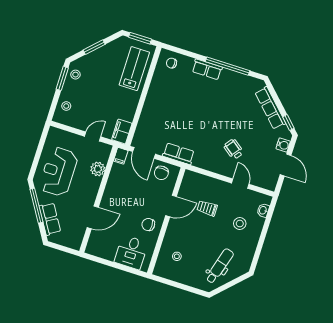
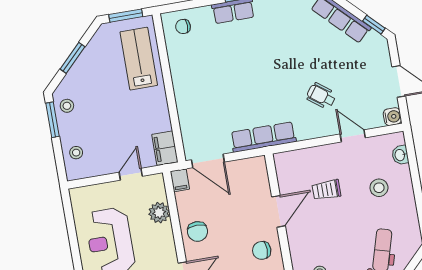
water cooler: (283, 145) -> (392, 117), moved
row of seats: (179, 154) -> (263, 137), width x1.48
chair: (161, 173) -> (197, 232), moved

